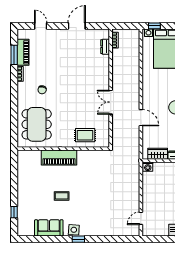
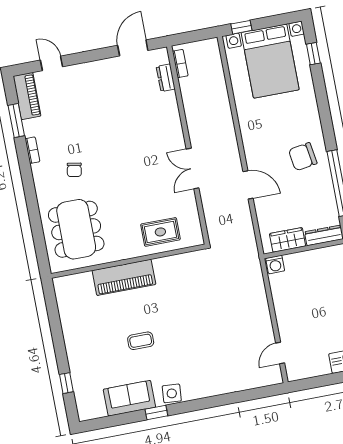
door: (77, 26) -> (133, 48), moved
piano: (23, 52) -> (27, 96), moved
window: (78, 239) -> (156, 412), moved

